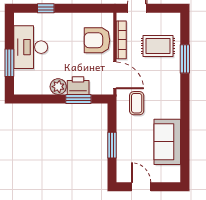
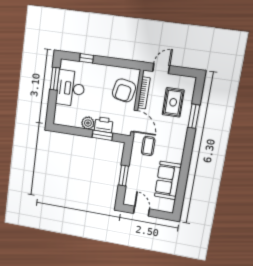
armchair: (97, 40) -> (124, 90), turned -79
rug: (158, 46) -> (173, 102), turned 90
window: (9, 63) -> (55, 79), moved

